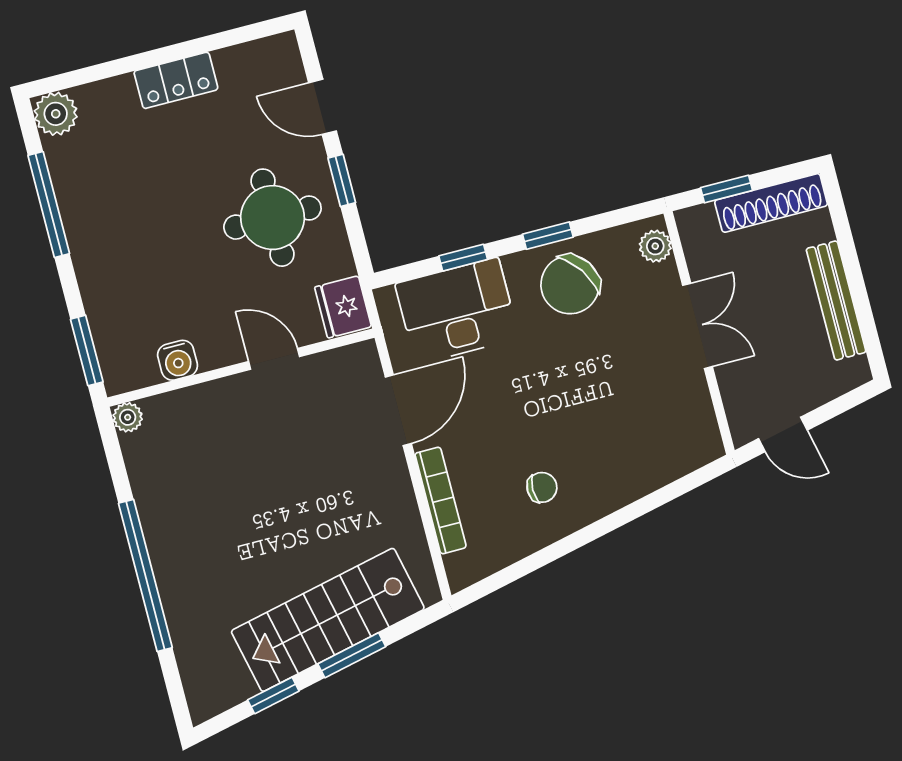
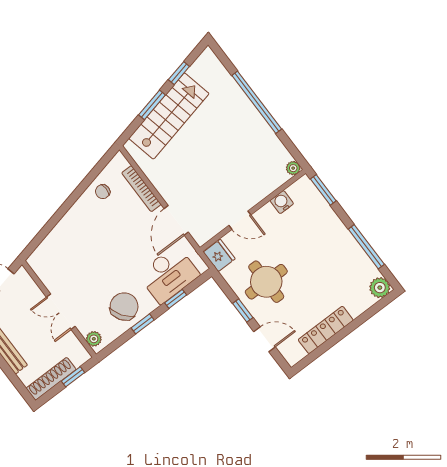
locker: (176, 80) -> (326, 330), width x1.53
chair: (542, 487) -> (103, 192), moved

